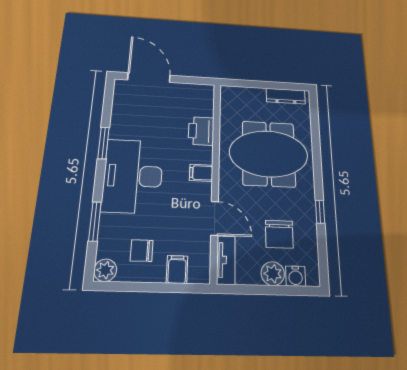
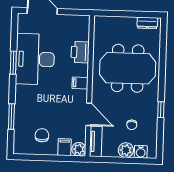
dresser: (286, 96) -> (147, 23), width x0.70
desk: (133, 176) -> (35, 59), moved
chair: (279, 234) -> (132, 125), width x0.54, depth x0.54
chair: (142, 251) -> (42, 135), turned 90
plant: (105, 270) -> (79, 149), moved

